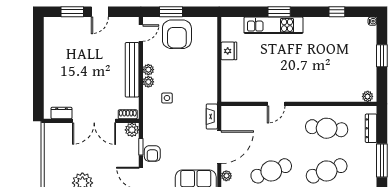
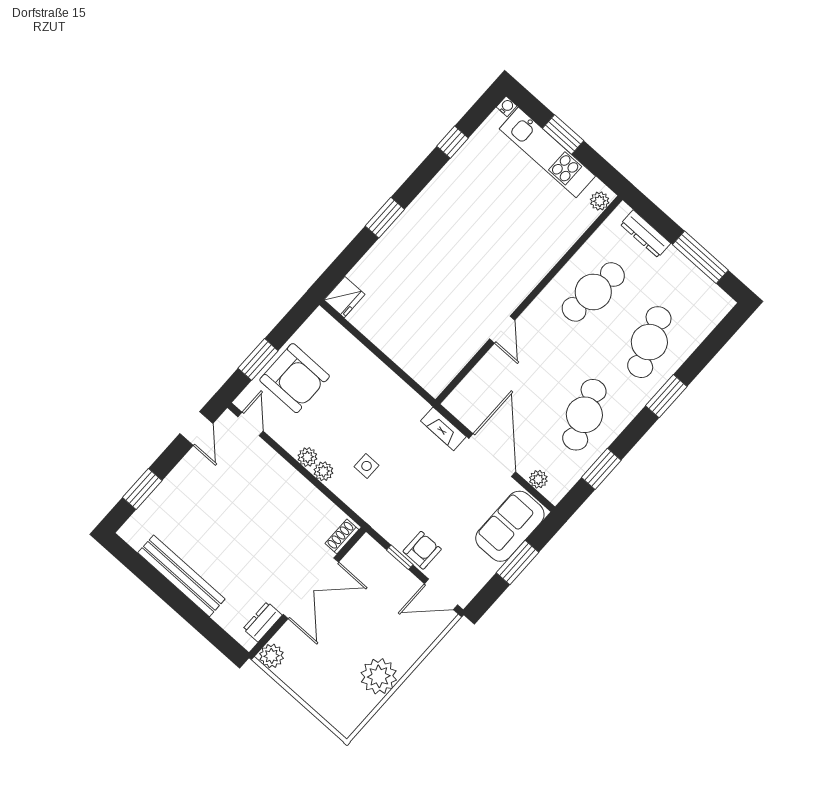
door: (100, 12) -> (196, 429), moved
kitchen unit: (273, 25) -> (547, 152), moved, turned 90
fridge: (229, 51) -> (344, 297), moved, turned 90
bench: (132, 70) -> (181, 576), moved
plant: (132, 130) -> (272, 656), moved
armchair: (152, 154) -> (422, 550), turned -90

